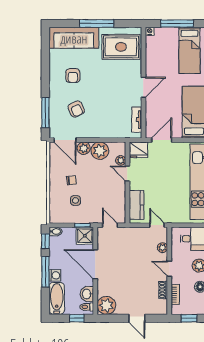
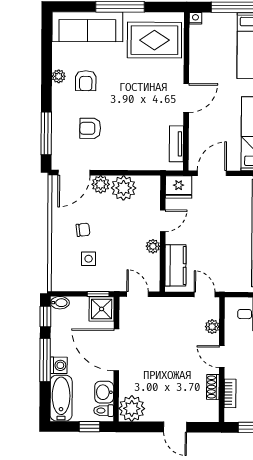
plant: (54, 73) -> (59, 76), added
armchair: (76, 109) -> (90, 128), turned 115
door: (65, 140) -> (74, 173), hinge flipped
plant: (121, 160) -> (153, 246), moved
door: (127, 174) -> (163, 221), swing flipped

